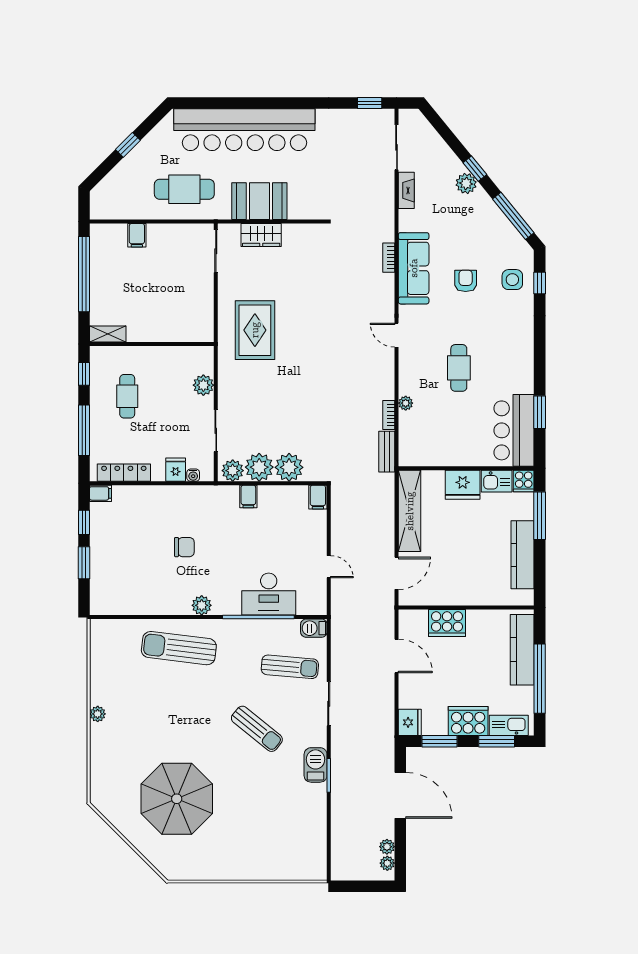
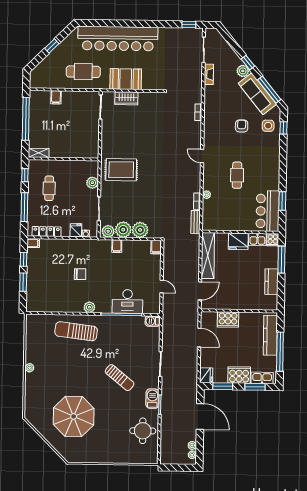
sofa: (414, 268) -> (257, 94), moved, turned 141
rug: (255, 330) -> (121, 170), moved, turned 90
kitchen counter: (523, 555) -> (271, 282), width x0.67
sun lounger: (290, 667) -> (139, 343), removed
round table: (299, 822) -> (143, 431), added

